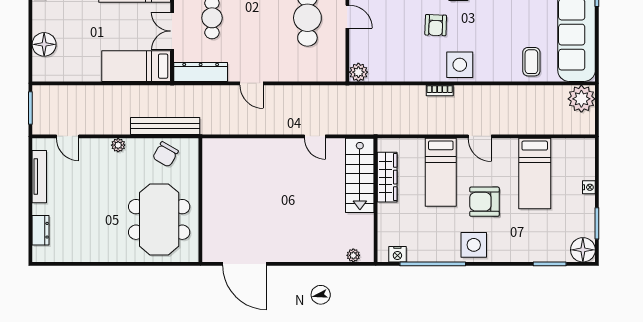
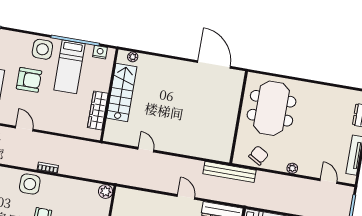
bench: (165, 126) -> (229, 172), moved
bed: (441, 172) -> (69, 67), moved, turned 180
stairs: (360, 175) -> (122, 92), moved

